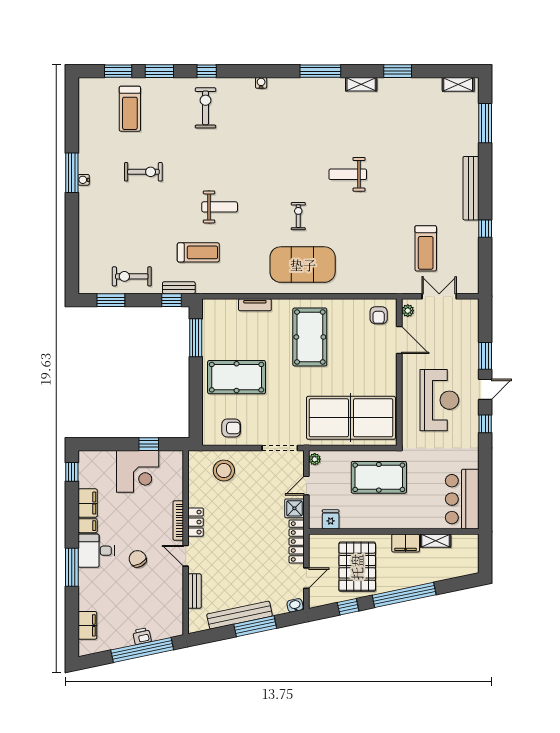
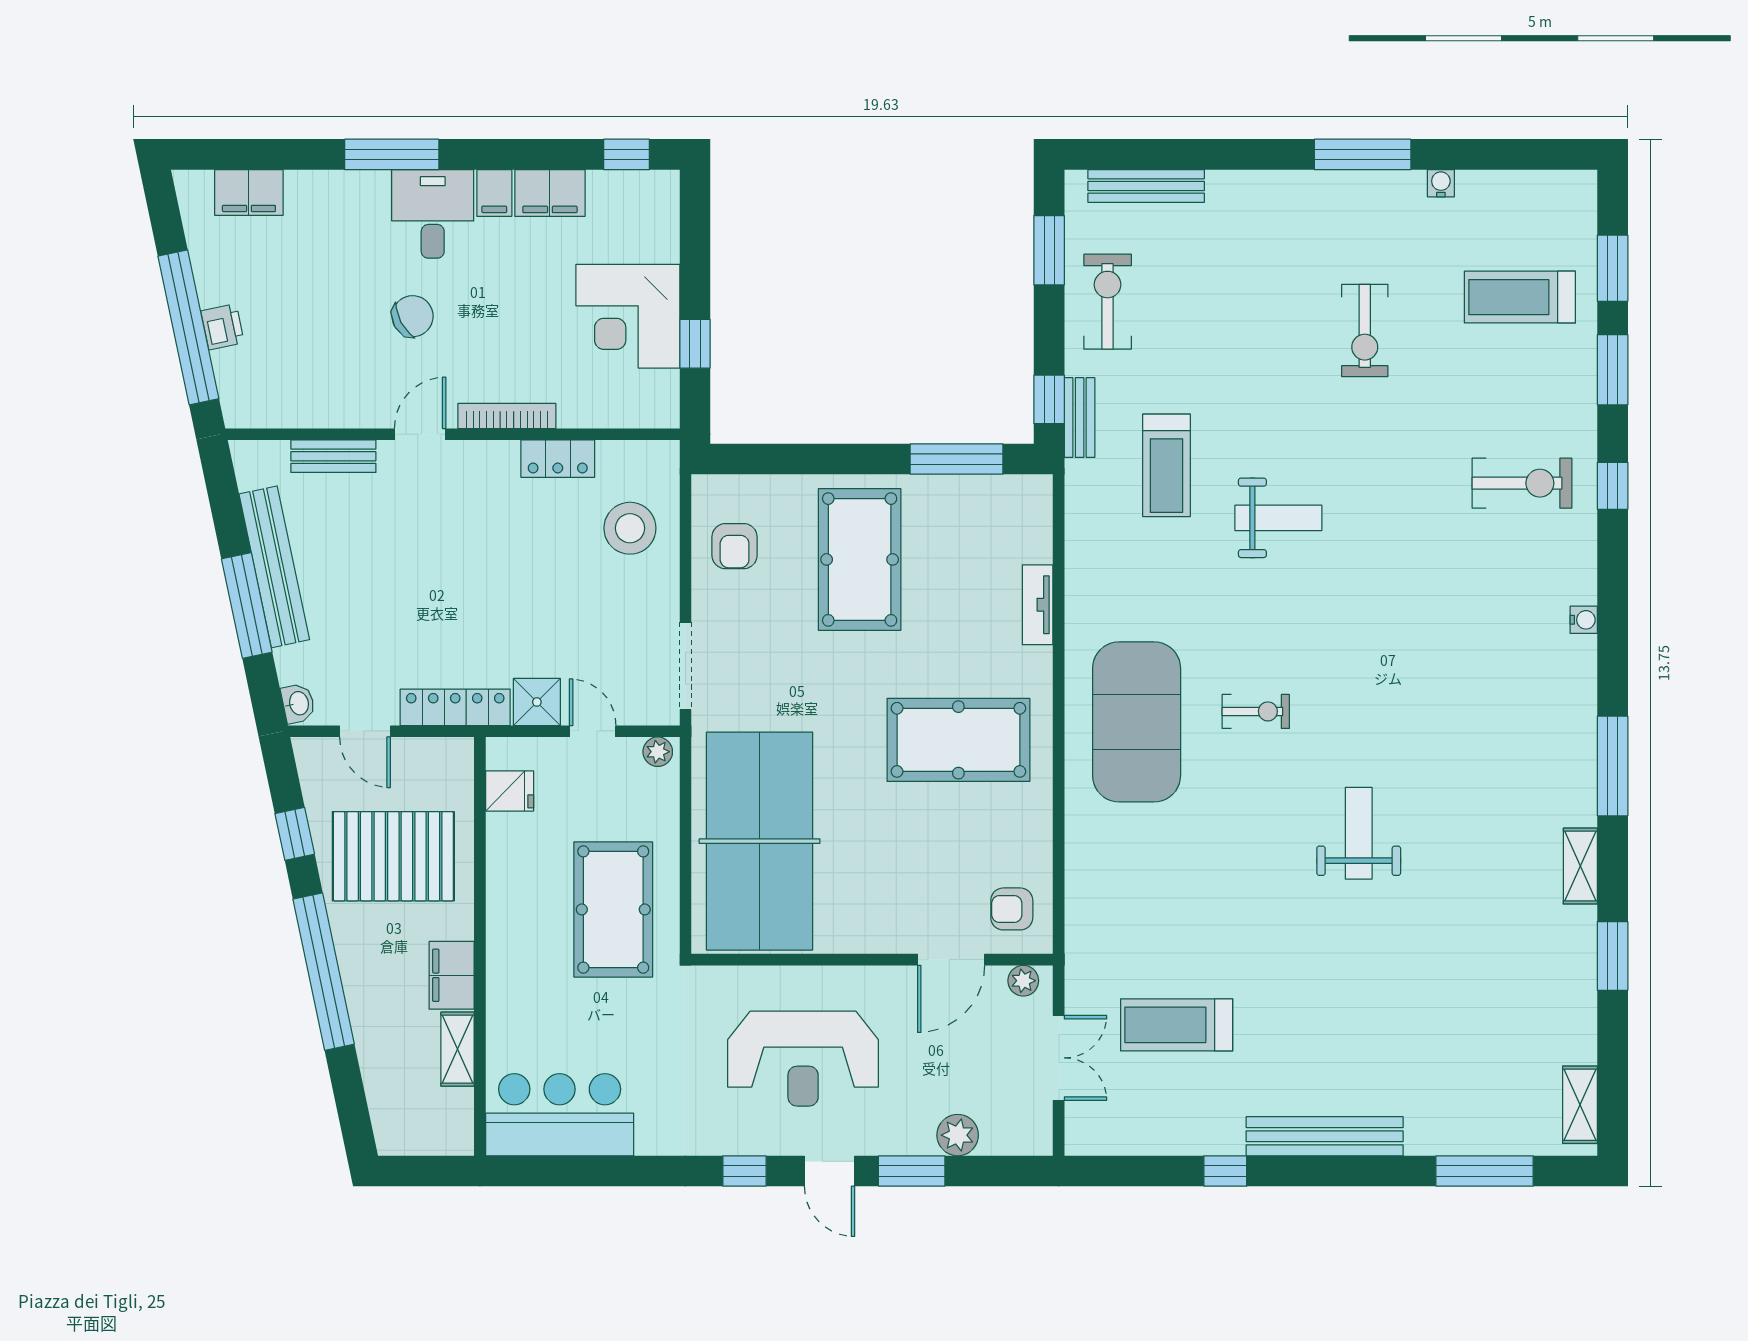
water cooler: (84, 180) -> (1441, 183), moved
weight bench: (220, 207) -> (1278, 518), turned -90
bench: (85, 261) -> (1146, 186), added
plant: (470, 337) -> (958, 1135), added
locker: (196, 522) -> (558, 459), moved

